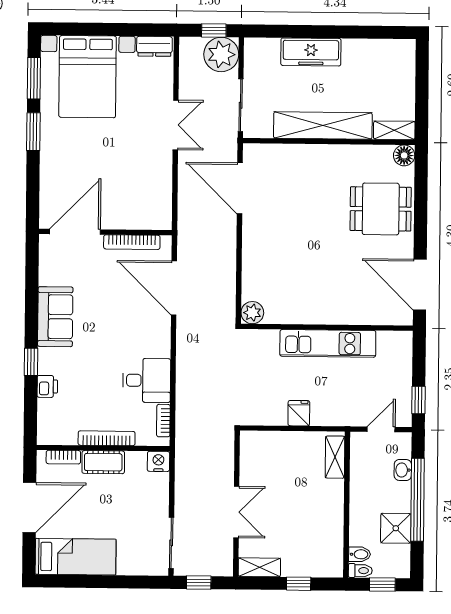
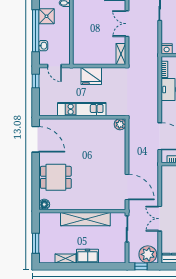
freezer: (311, 52) -> (88, 256), width x0.71
plant: (221, 54) -> (148, 254), moved
window: (422, 79) -> (36, 243), added
shelving: (394, 130) -> (65, 259), moved
fridge: (299, 413) -> (91, 76), width x1.88, depth x1.34
door: (381, 429) -> (54, 66), hinge flipped
shelving: (335, 457) -> (121, 54), moved

